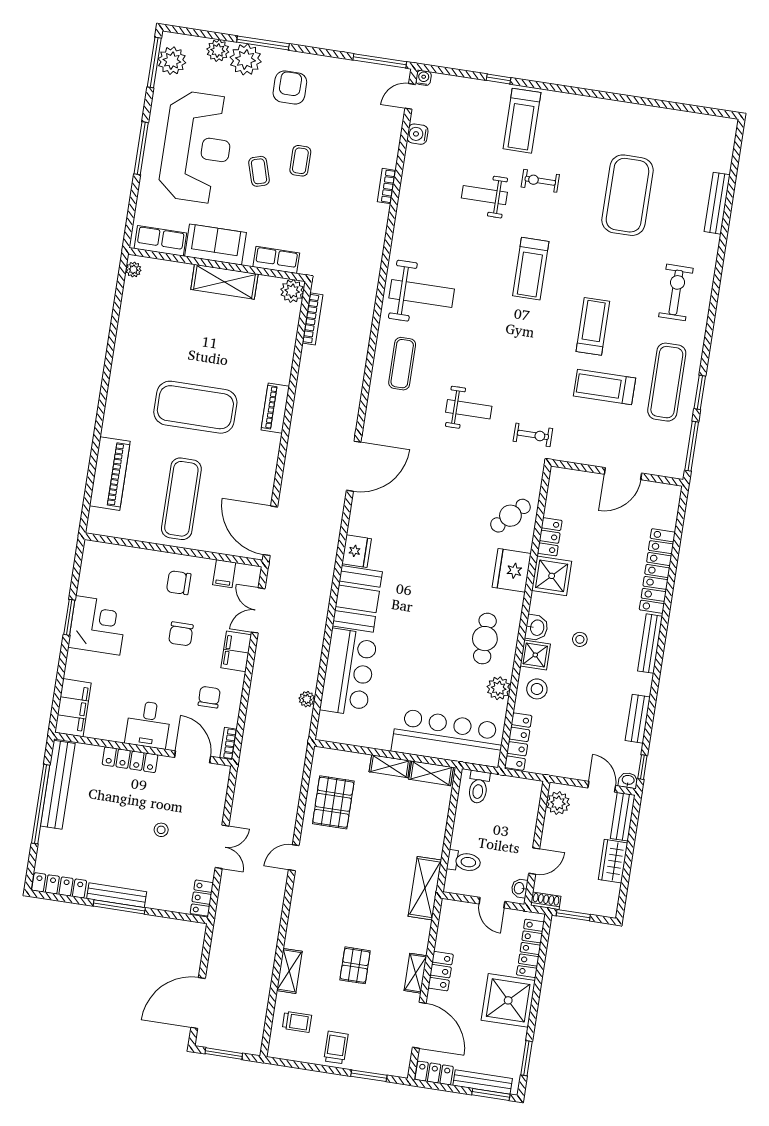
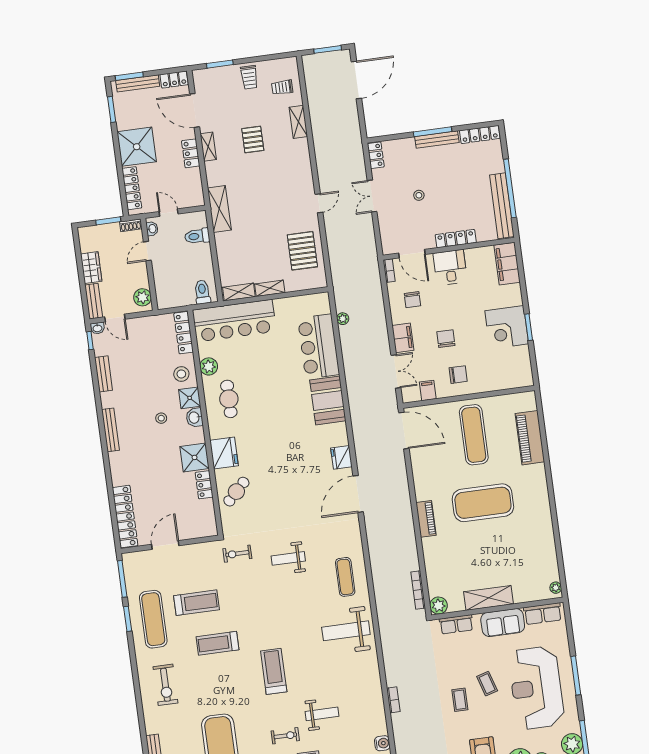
treadmill: (593, 326) -> (217, 643), turned 90
fridge: (357, 551) -> (341, 457), moved
locker: (657, 571) -> (125, 517), moved

